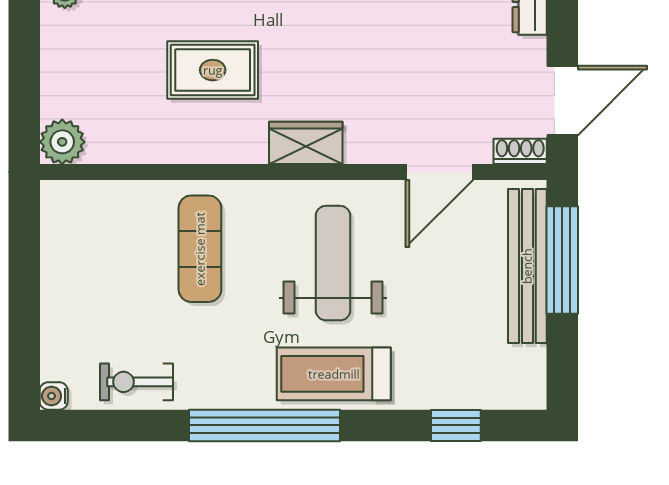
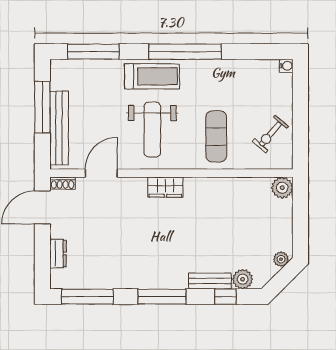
rug: (213, 70) -> (210, 222), removed
window: (562, 260) -> (42, 107), moved
exercise bike: (137, 382) -> (270, 134), moved, turned 131
window: (456, 425) -> (93, 52), width x2.17

